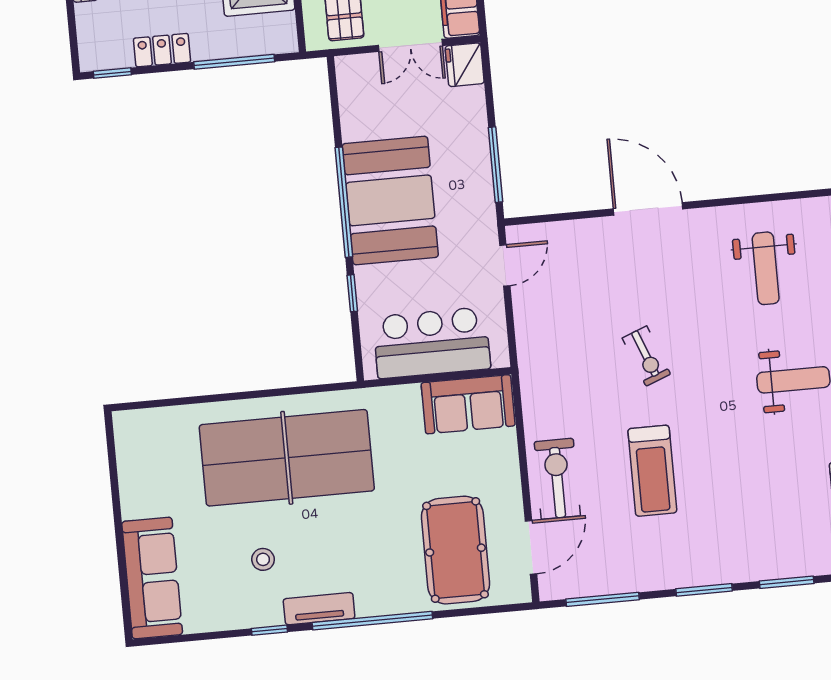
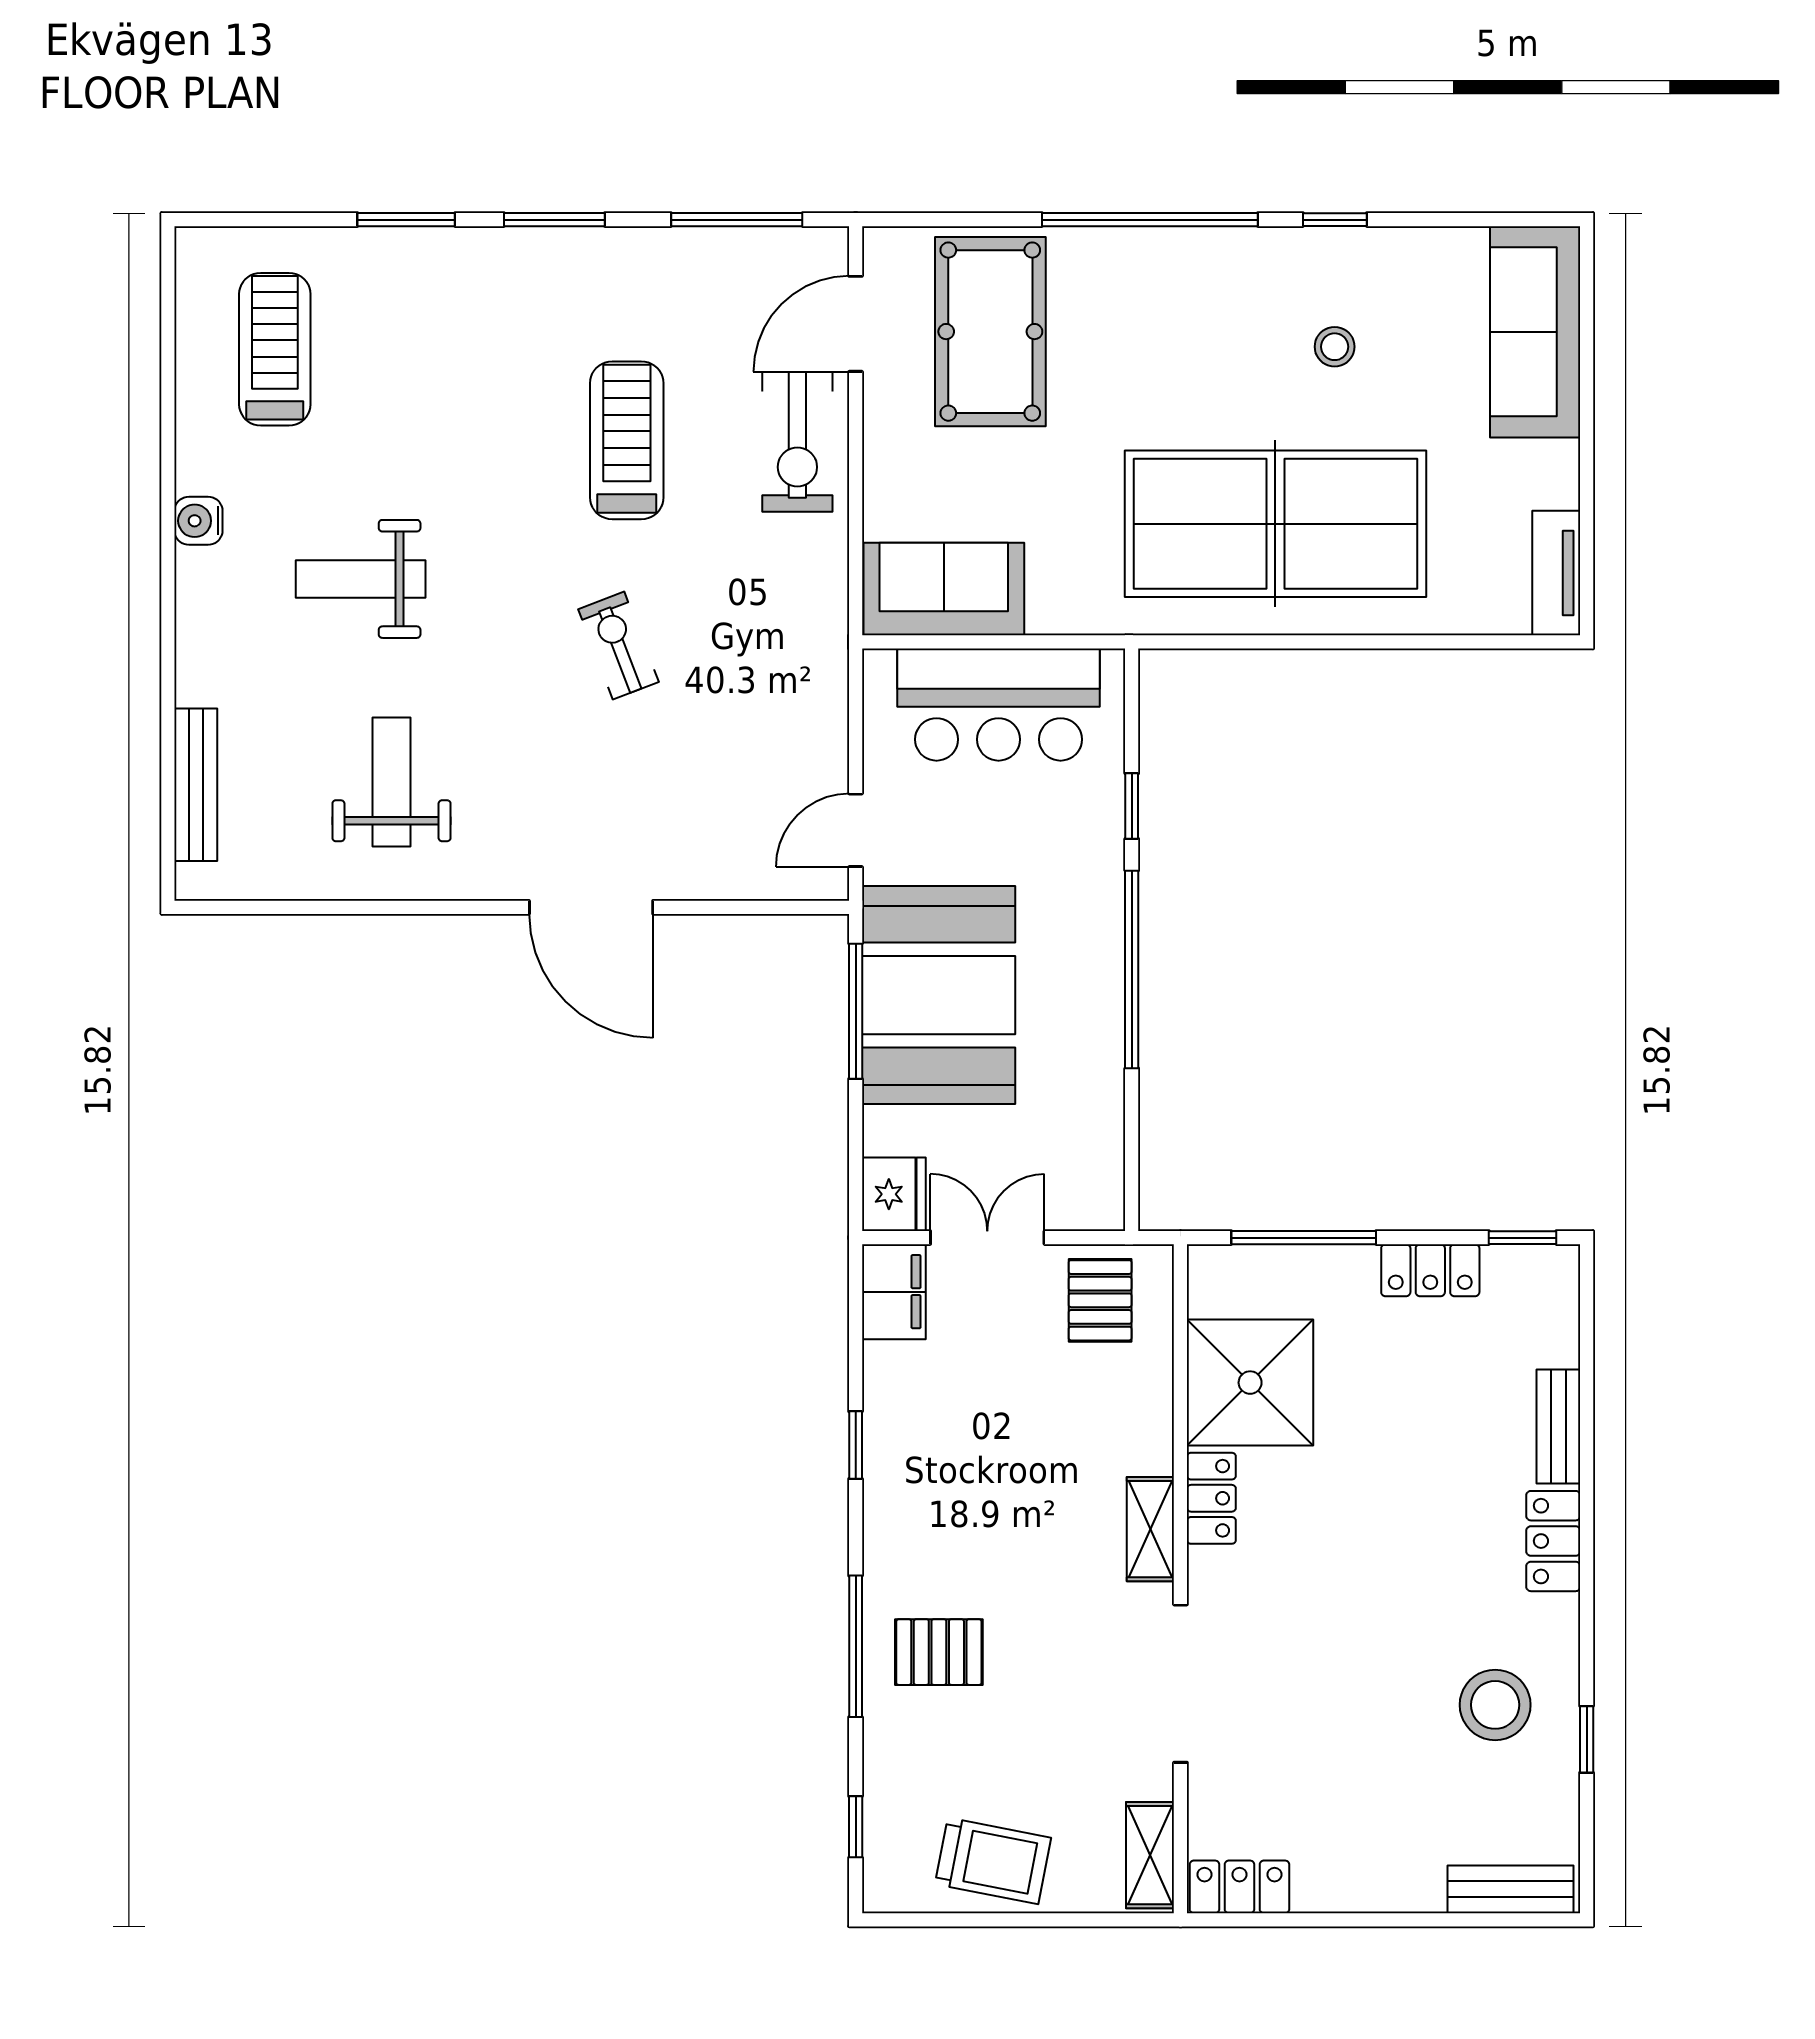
booth: (390, 200) -> (939, 995), moved
tv unit: (319, 609) -> (1556, 573), moved, turned 90

